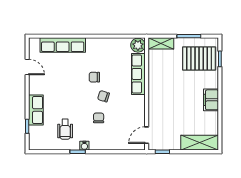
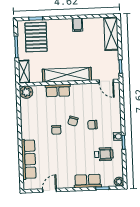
row of seats: (138, 74) -> (58, 90), width x0.68
shelving: (156, 91) -> (67, 75), added
filing cabinet: (211, 100) -> (77, 25), width x0.50
plant: (34, 145) -> (119, 182), added

